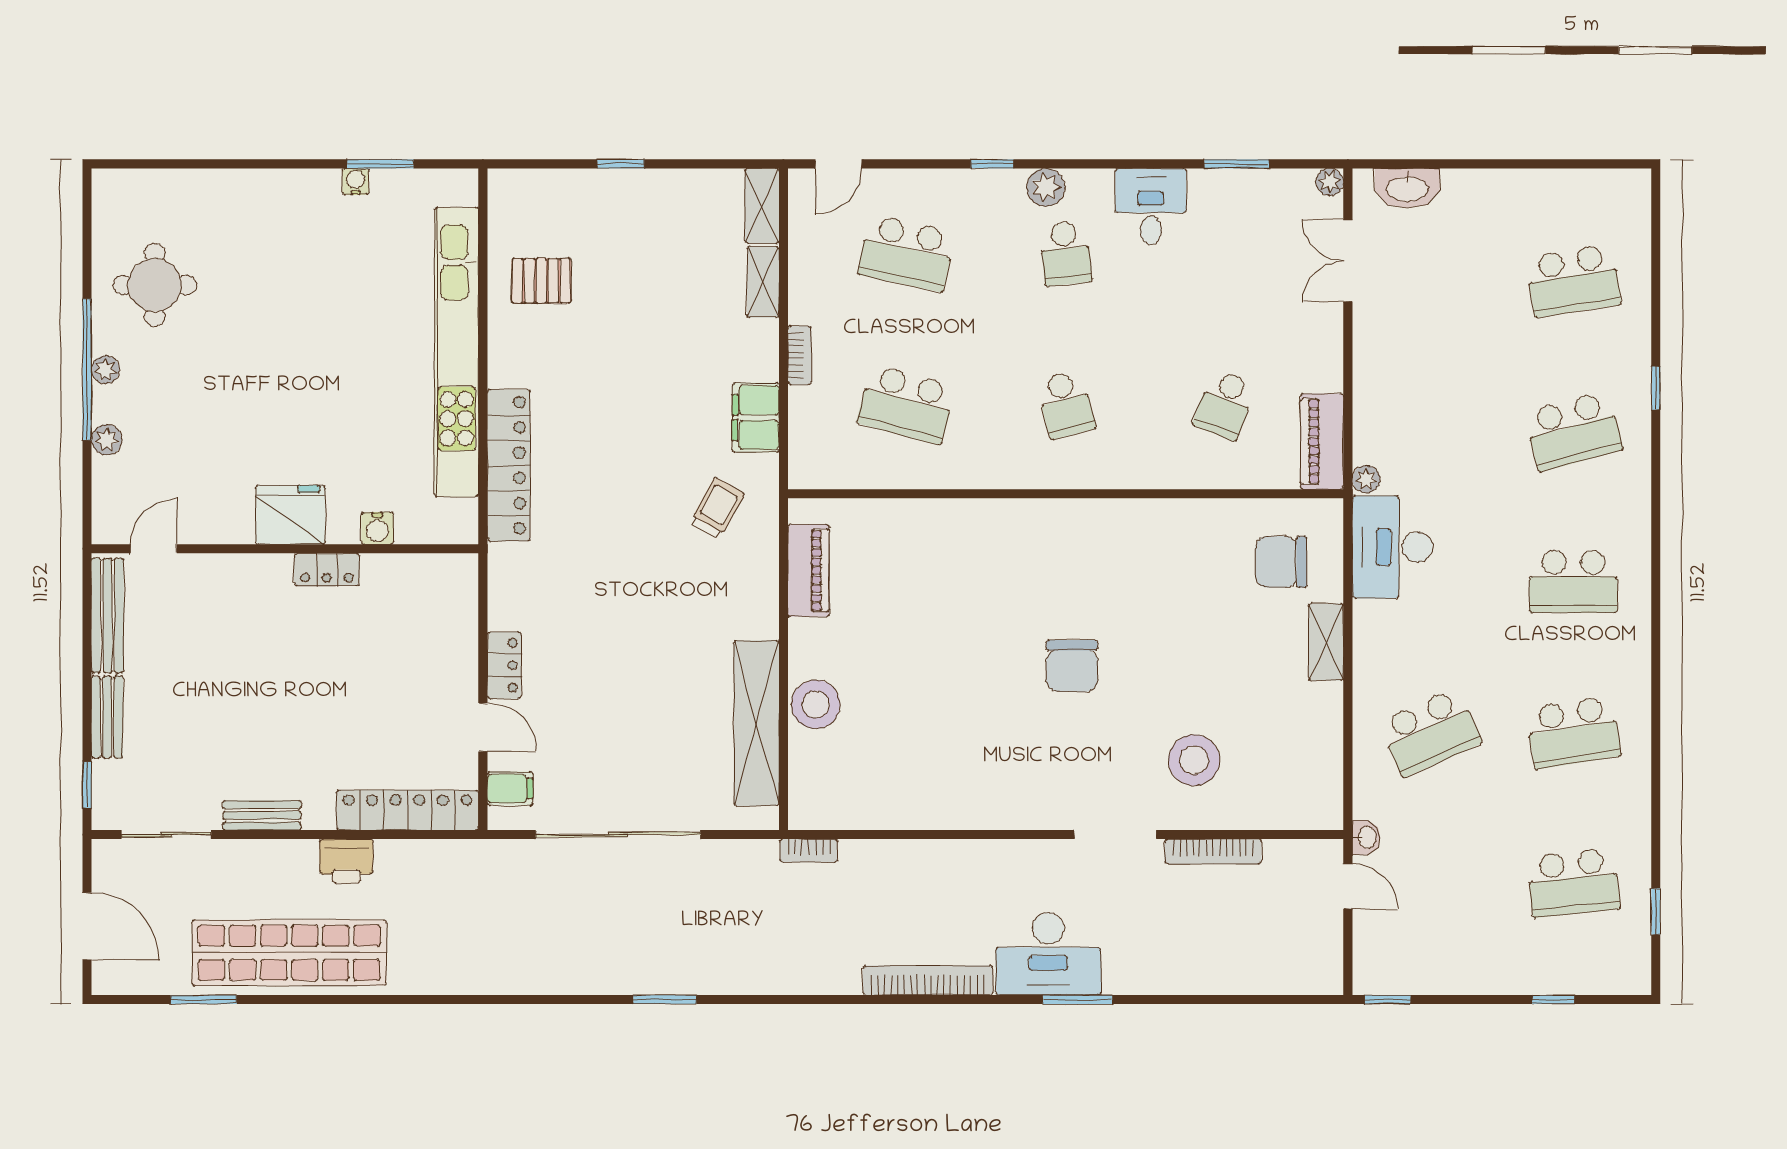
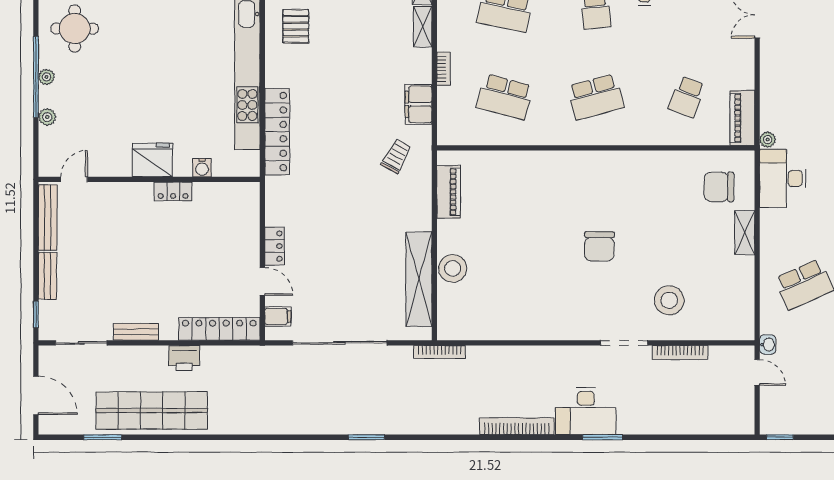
pallet: (541, 281) -> (296, 26), turned 90
school desk: (1066, 404) -> (596, 97), width x1.85
bookcase: (809, 851) -> (439, 352), width x1.56

